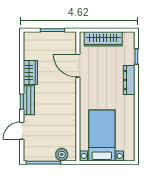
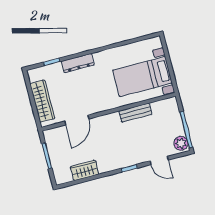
wardrobe: (30, 72) -> (85, 170), moved
bench: (29, 100) -> (135, 113), moved
plant: (62, 155) -> (181, 143), moved

